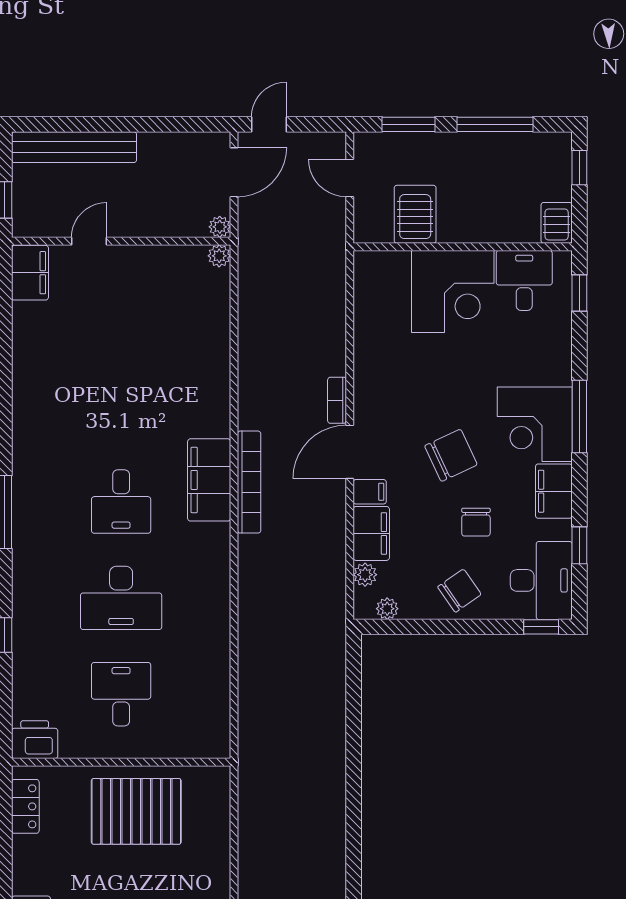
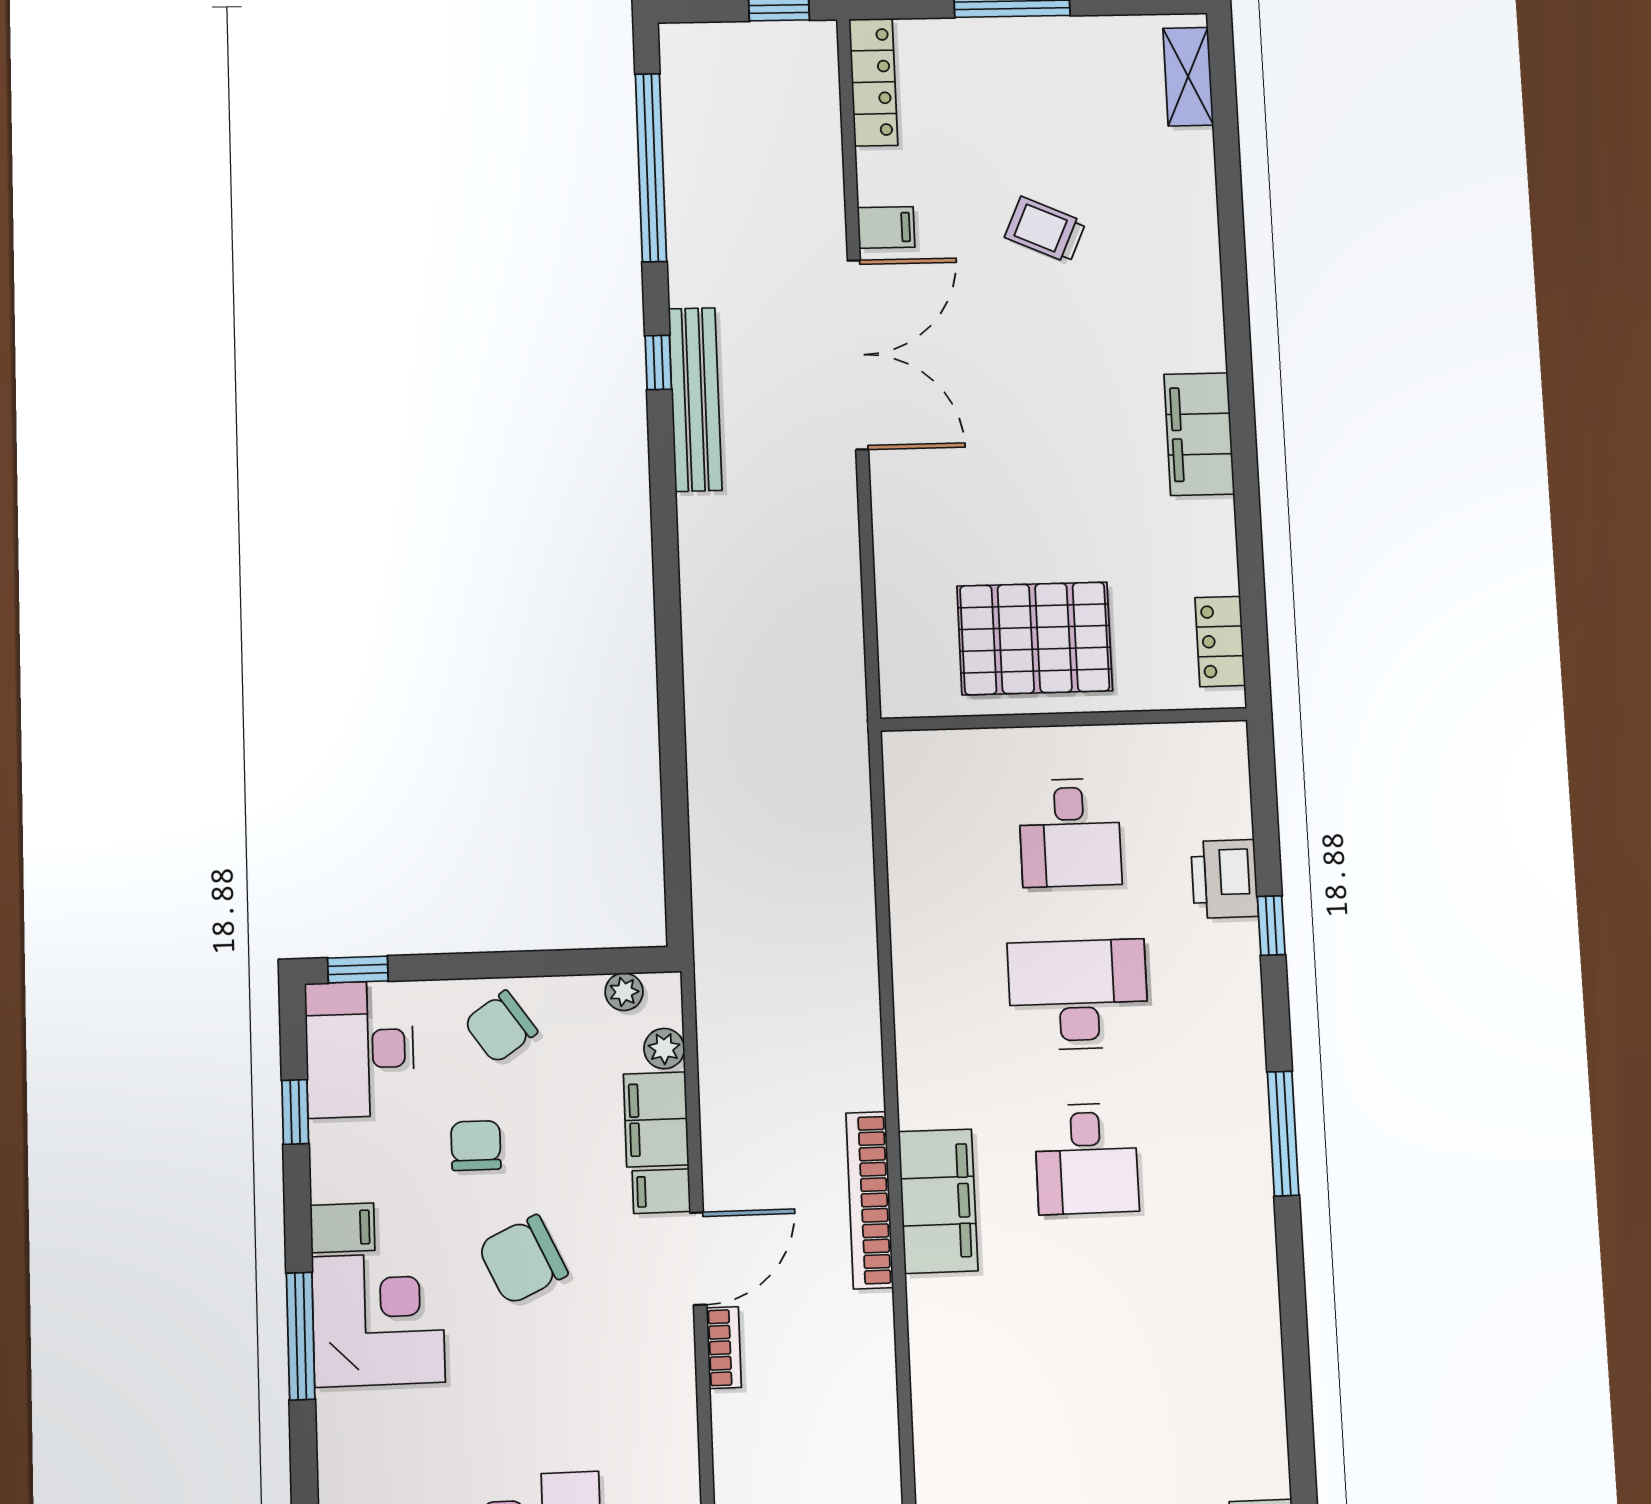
filing cabinet: (554, 491) -> (343, 1228), width x0.50
desk: (121, 502) -> (1086, 1159), turned 180
printer: (35, 740) -> (1224, 879), moved, turned 90

